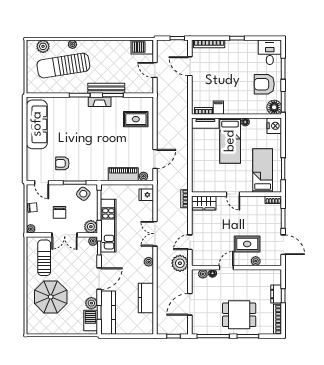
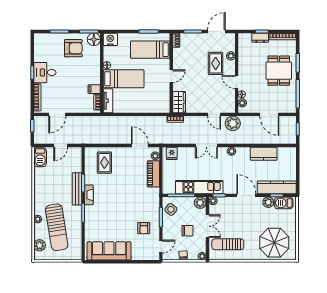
desk: (270, 52) -> (45, 73), moved
armchair: (264, 84) -> (73, 48), turned -90
parasol: (51, 297) -> (274, 243), moved

